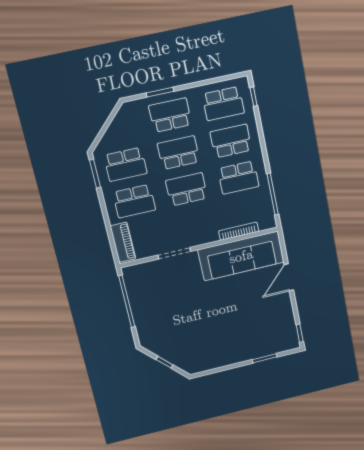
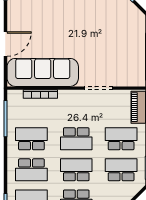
school desk: (179, 153) -> (76, 170), turned 180

